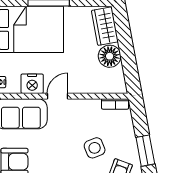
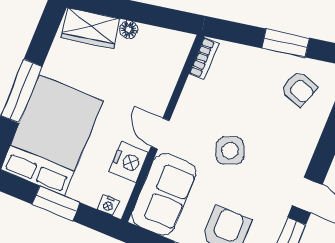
floor lamp: (110, 56) -> (129, 30), width x0.53, depth x0.53
side table: (95, 148) -> (230, 151), moved

